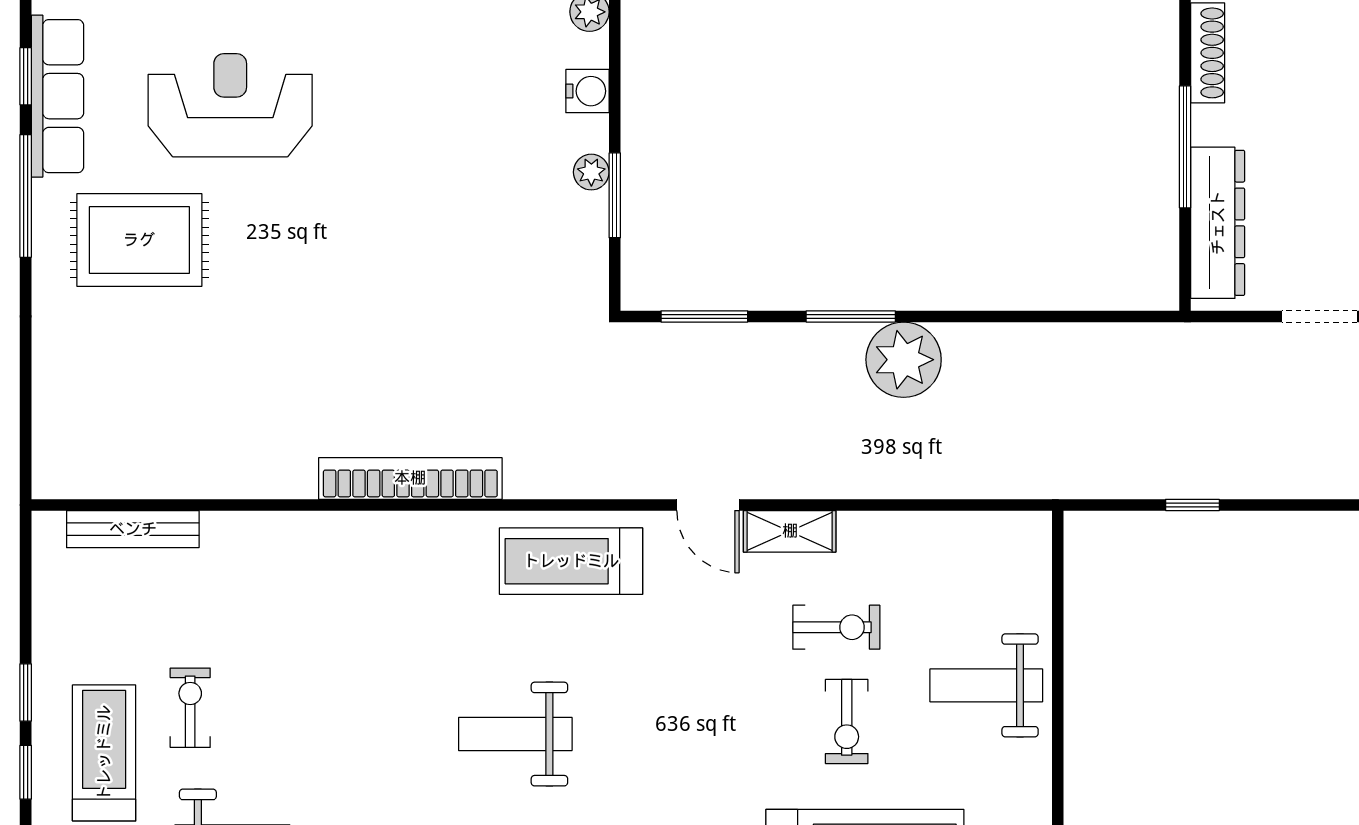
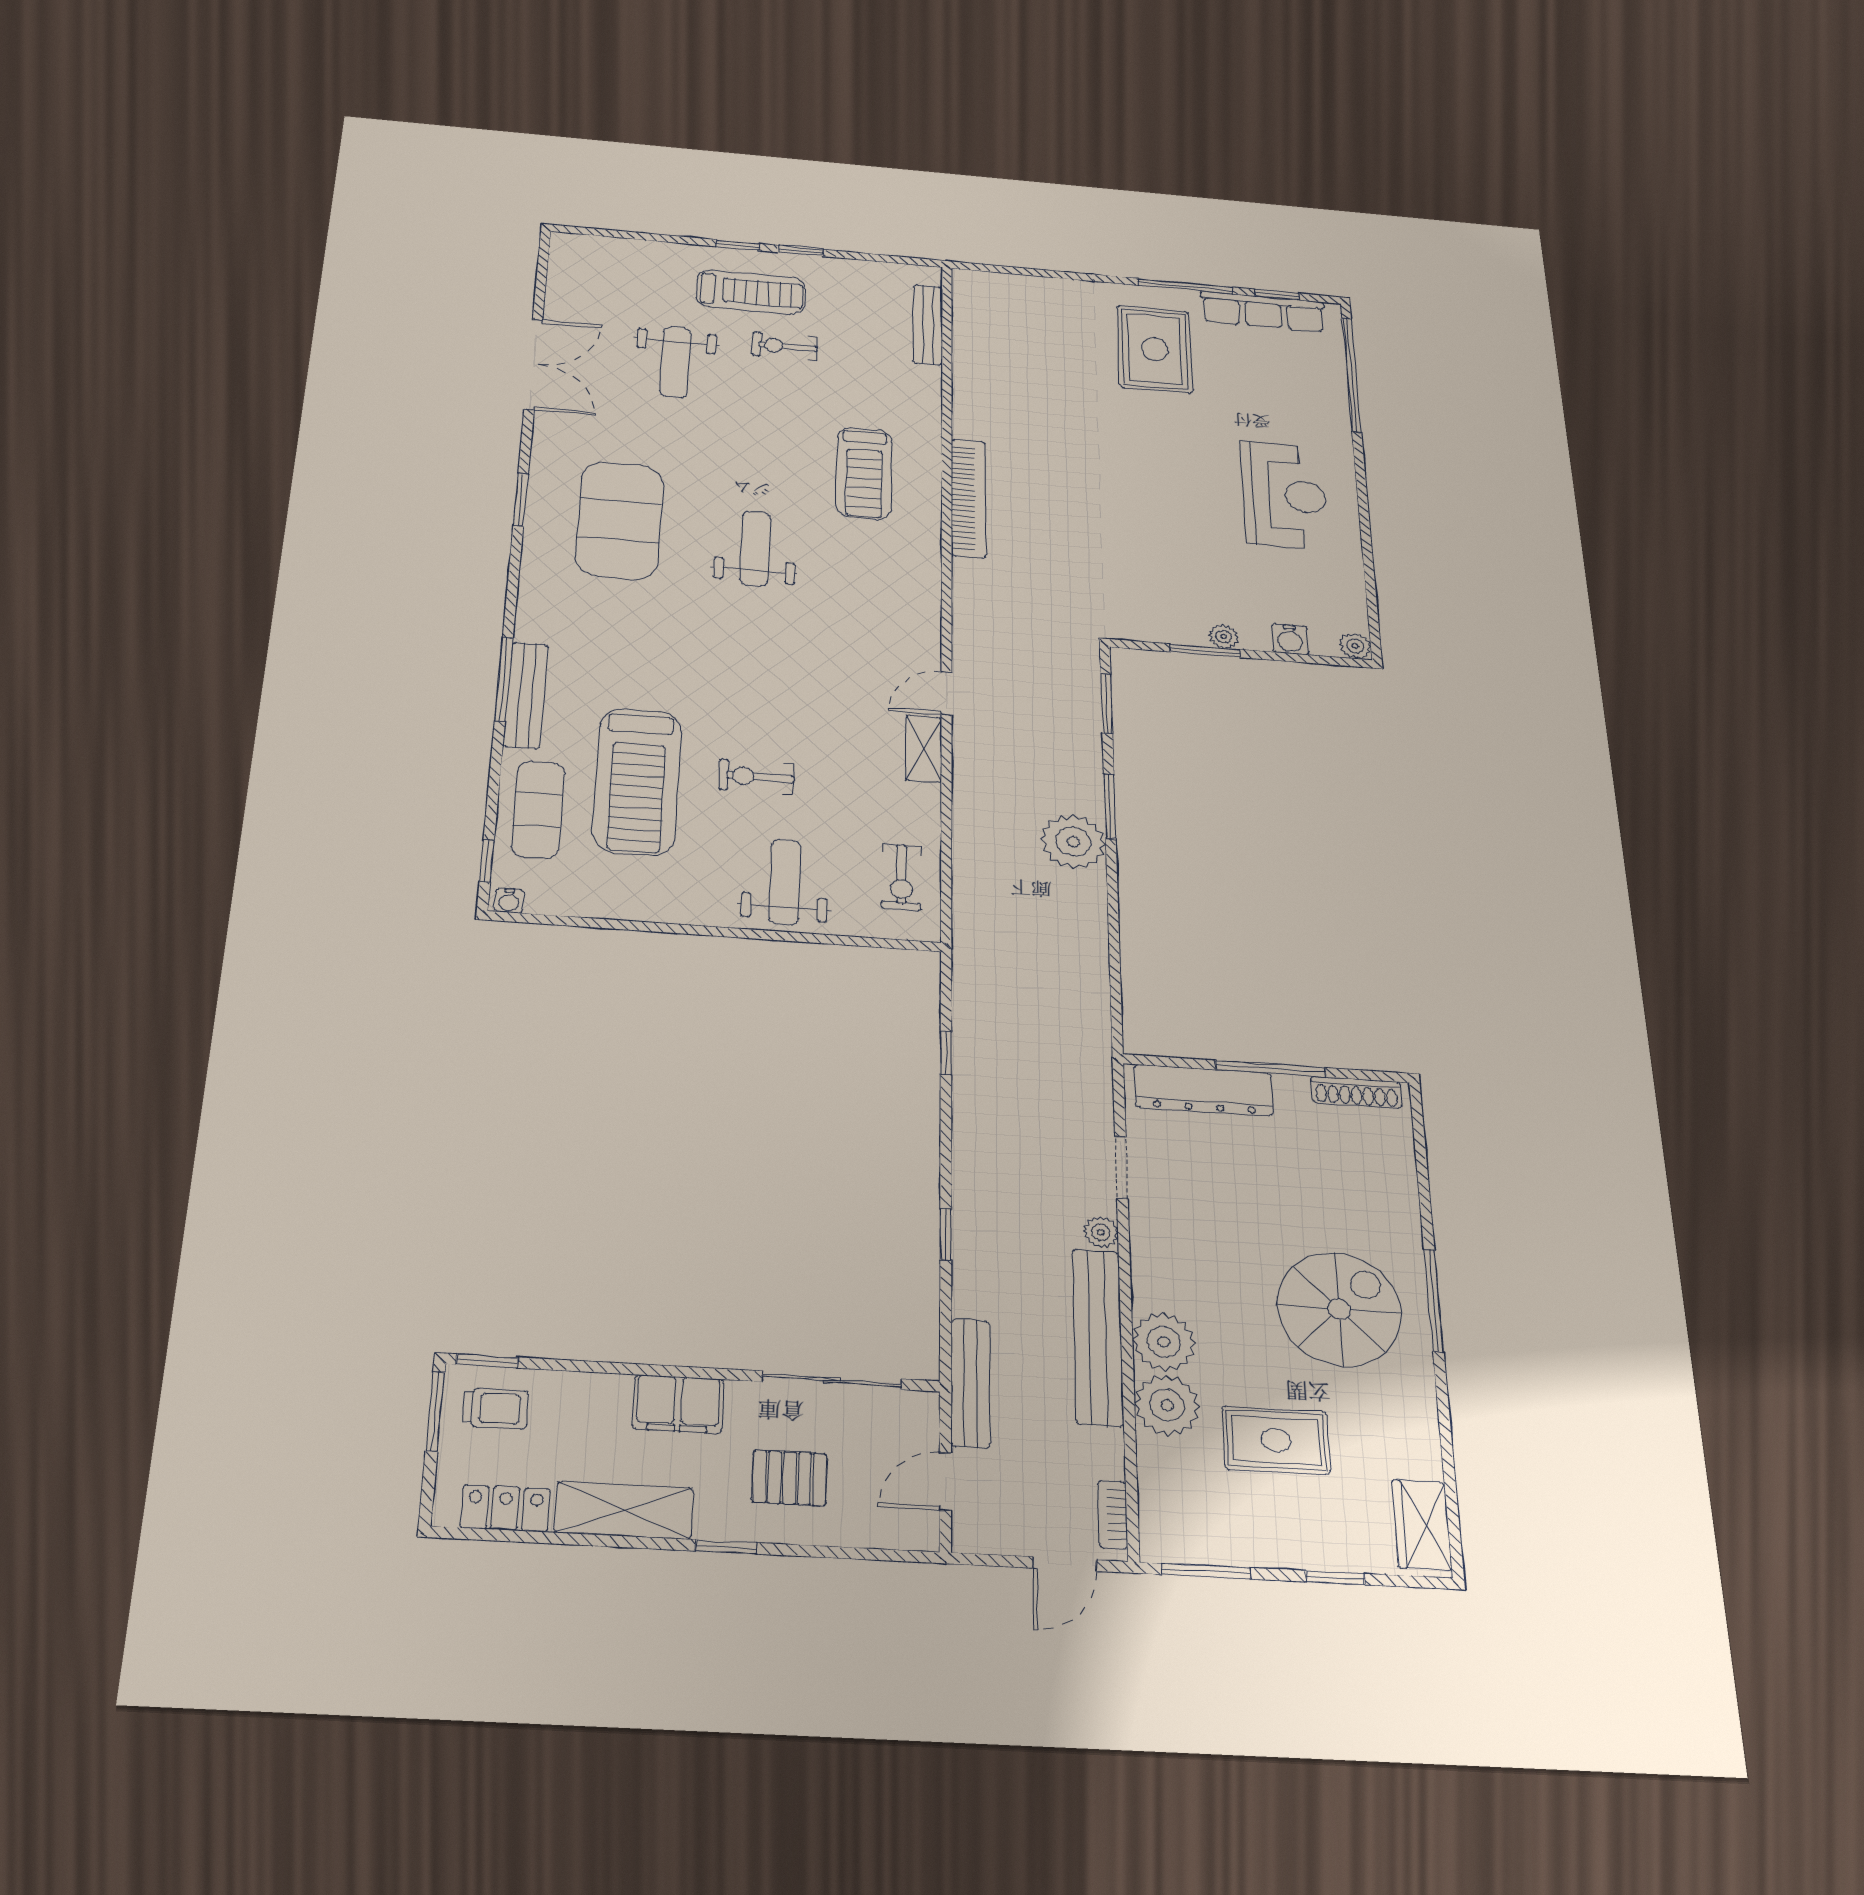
reception desk: (230, 105) -> (1284, 495), moved
treadmill: (571, 561) -> (864, 473), moved, turned 180
exercise bike: (836, 627) -> (901, 877), moved
exercise bike: (190, 708) -> (785, 346), turned 180

